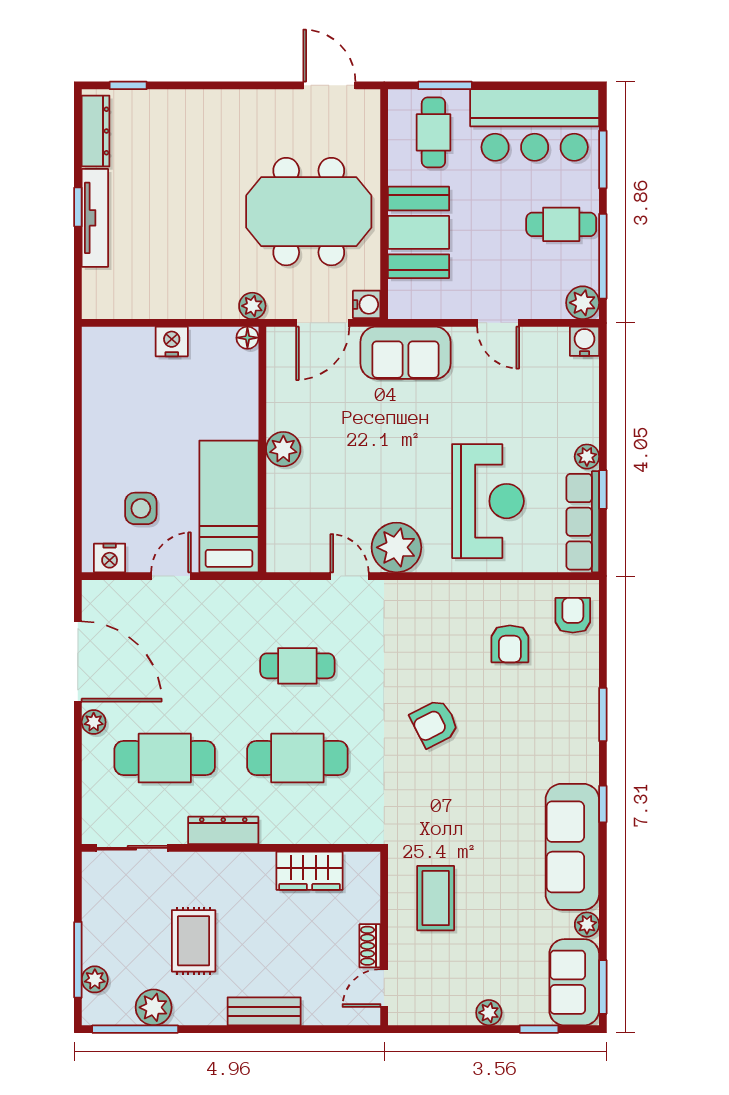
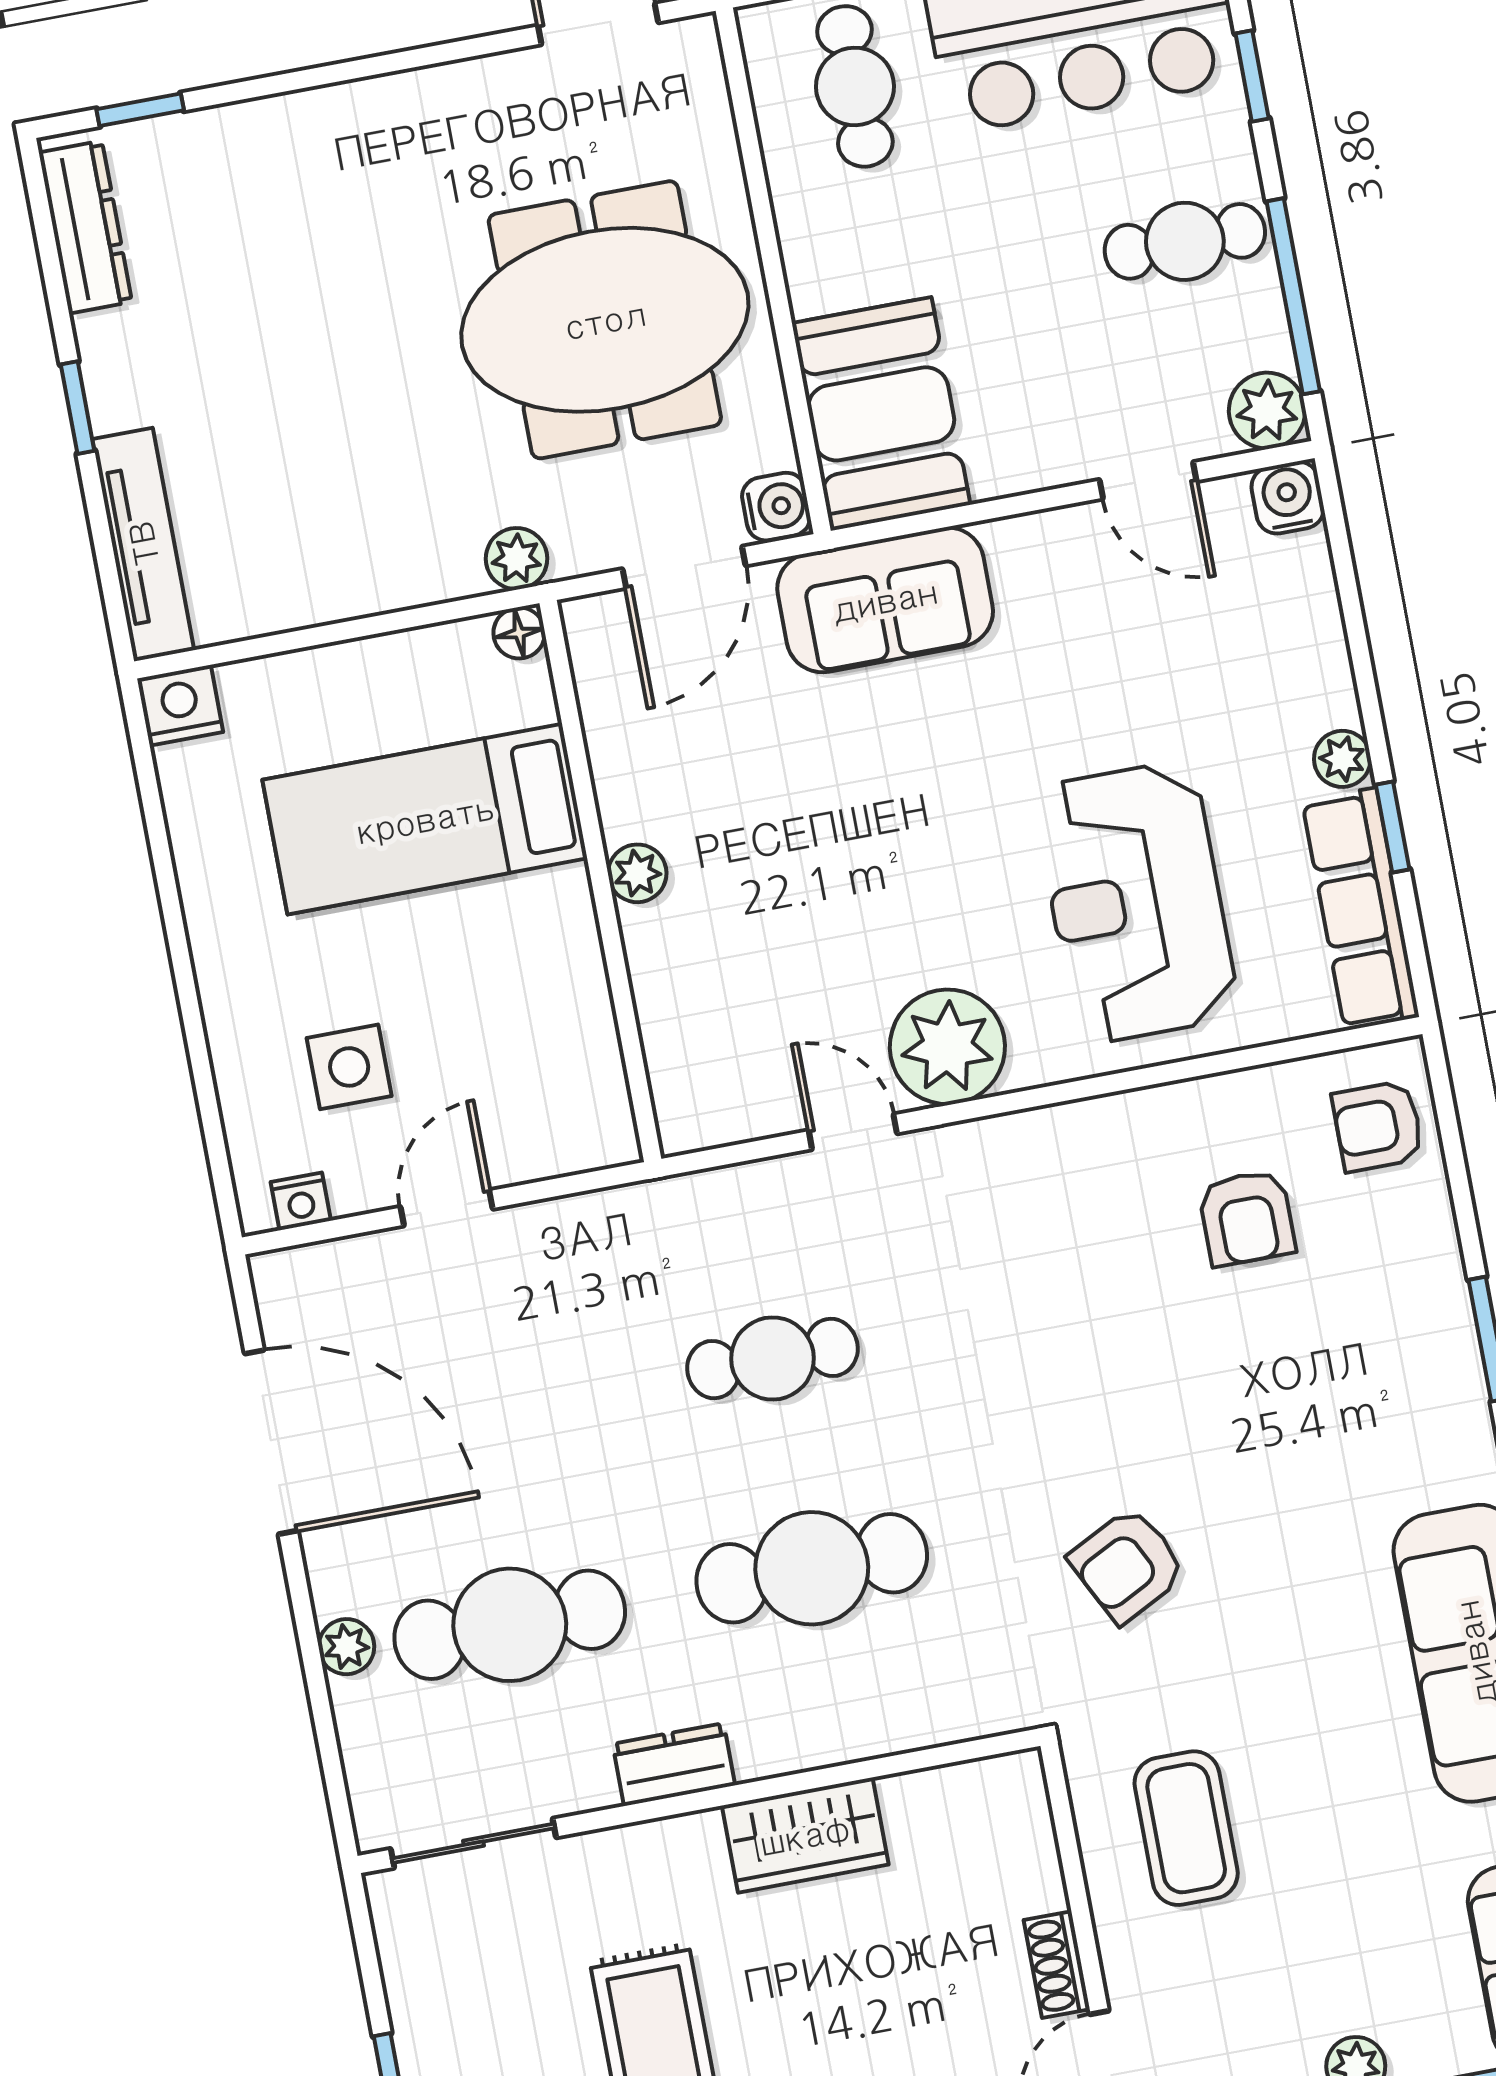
window: (603, 160) -> (1252, 76), width x0.67
tv unit: (95, 218) -> (143, 544), moved
booth: (419, 232) -> (881, 414), moved
door: (498, 323) -> (1148, 480), moved
nightstand: (172, 342) -> (180, 705), moved
plant: (283, 449) -> (637, 873), width x0.73, depth x0.73
reception desk: (488, 501) -> (1136, 902), turned 180
bed: (229, 506) -> (425, 819), moved, turned -90
nightstand: (110, 558) -> (301, 1201), width x0.72, depth x0.74
armchair: (573, 615) -> (1378, 1126), turned -90
plant: (94, 722) -> (346, 1647), moved
armchair: (434, 723) -> (1127, 1565), moved
dresser: (223, 830) -> (674, 1765), width x0.70
wardrobe: (310, 871) -> (805, 1835), moved

